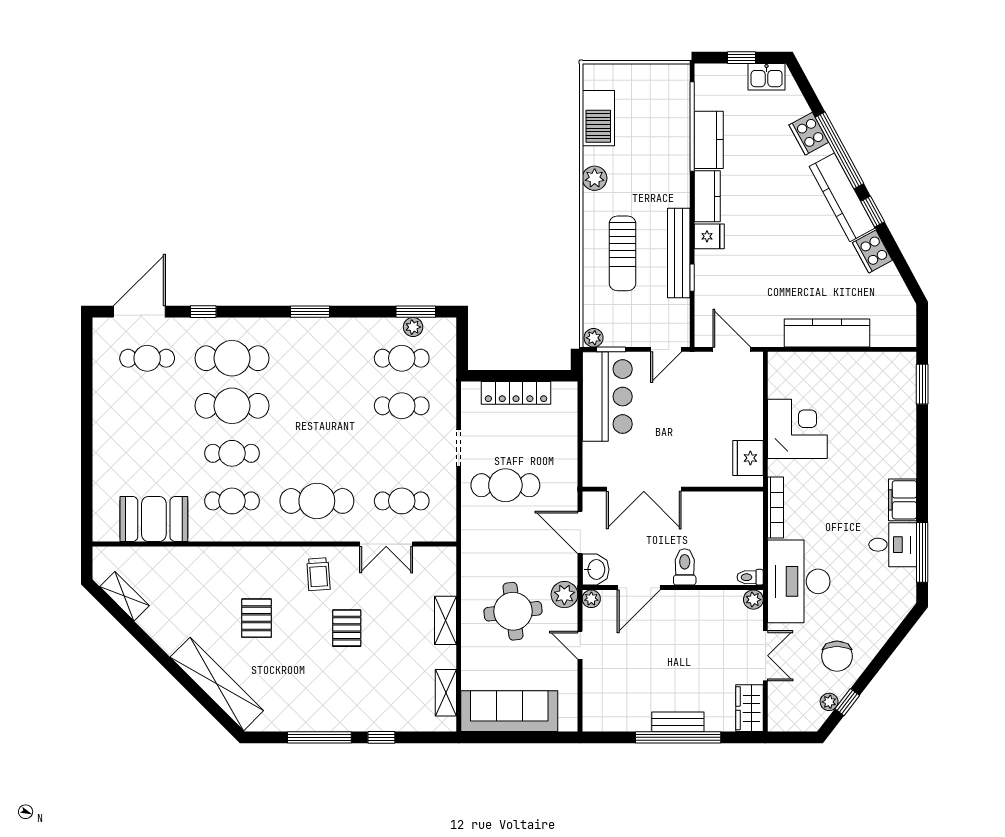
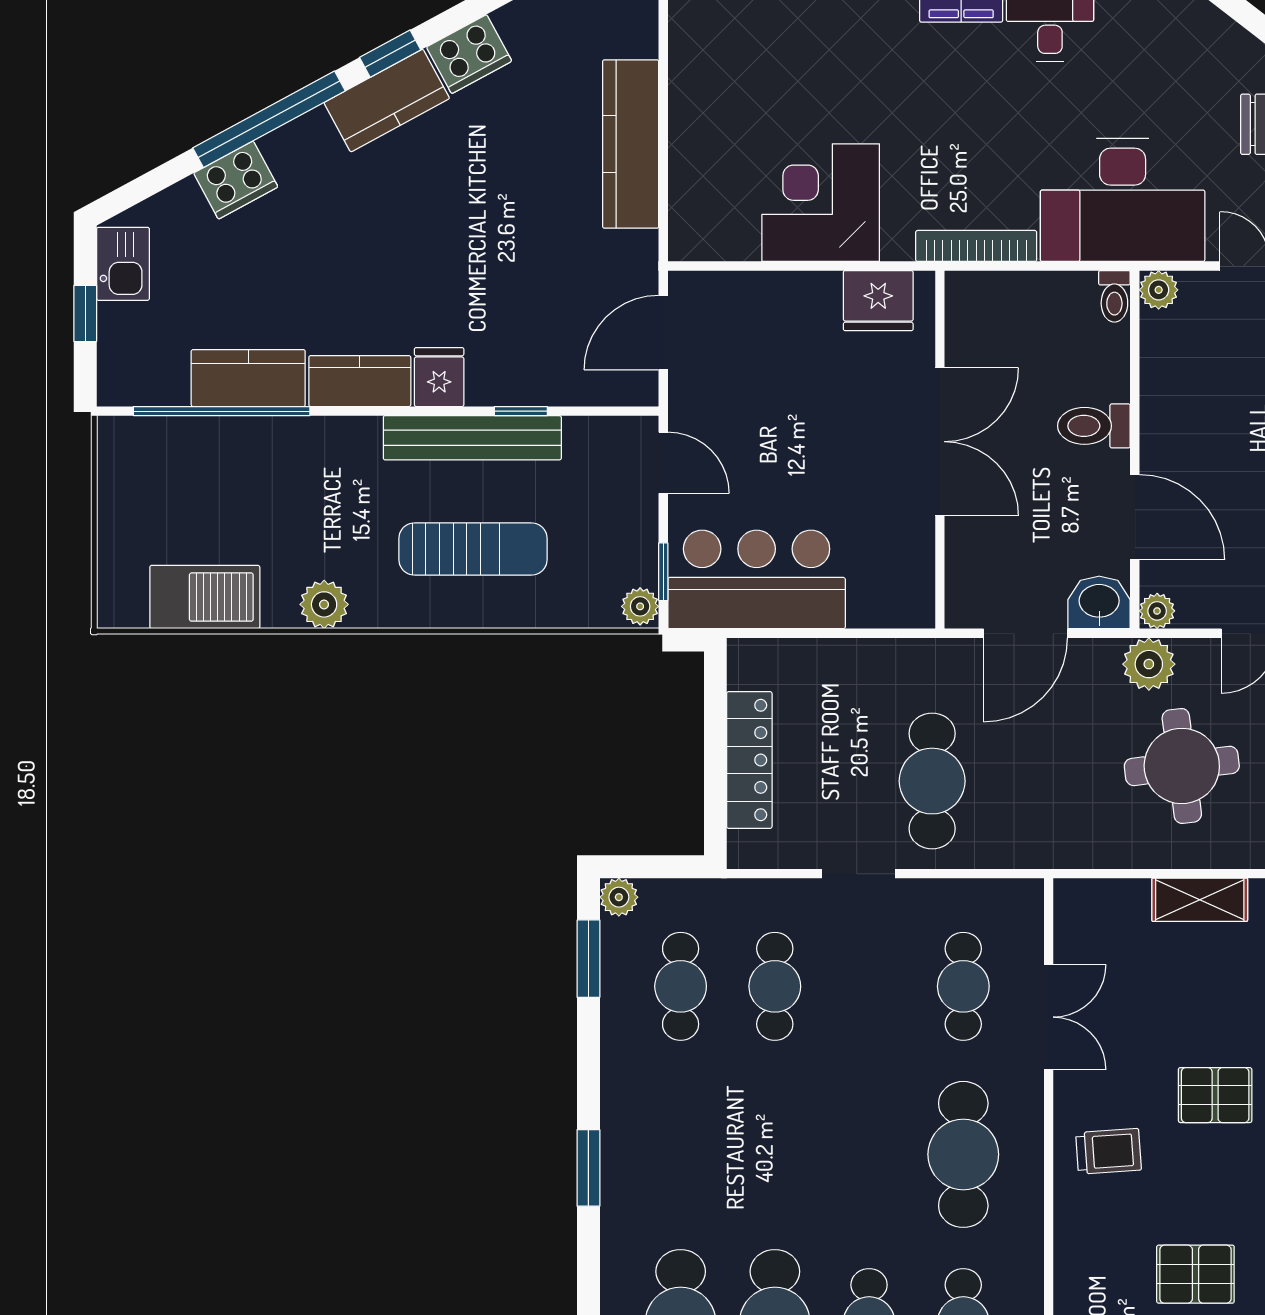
kitchen counter: (842, 197) -> (387, 101), width x0.67
plant: (413, 327) -> (619, 897), moved
double door: (644, 489) -> (940, 442), moved

